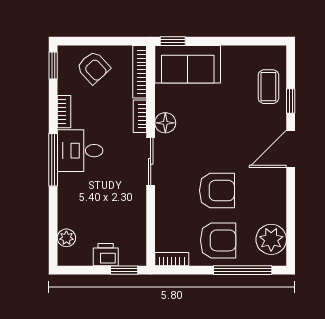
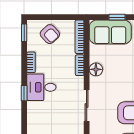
window: (173, 41) -> (117, 17), moved
window: (53, 160) -> (24, 93), width x0.46
sliding door: (151, 161) -> (87, 105), moved

